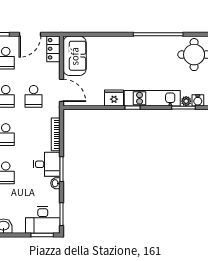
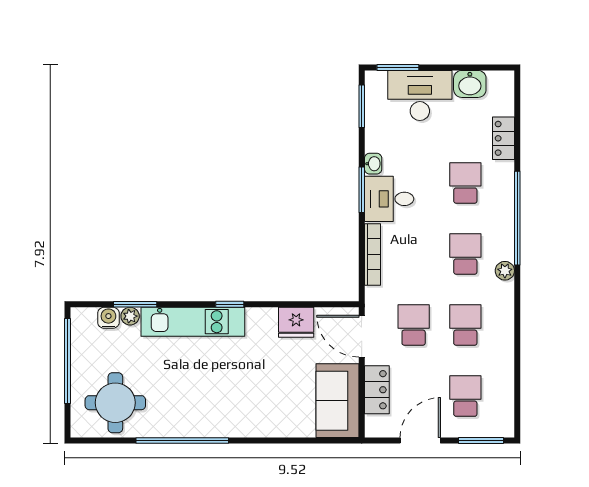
locker: (53, 49) -> (377, 390), moved
fridge: (114, 98) -> (296, 322), moved
desk: (43, 220) -> (420, 95), moved

